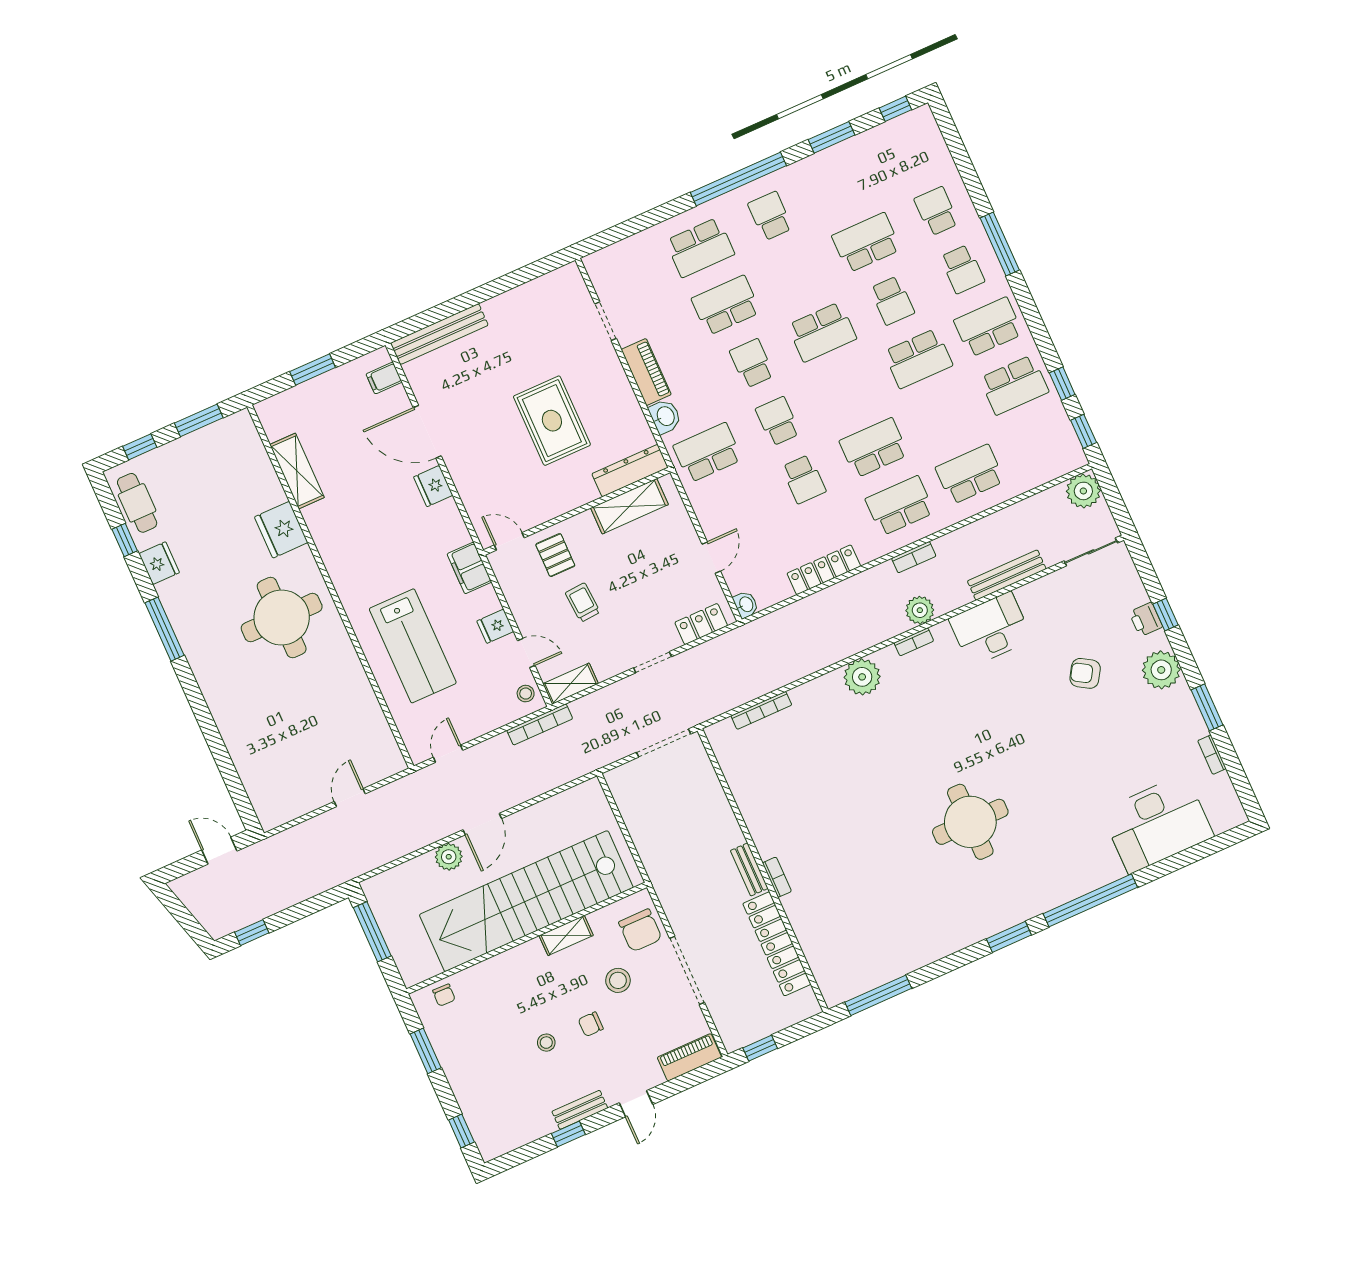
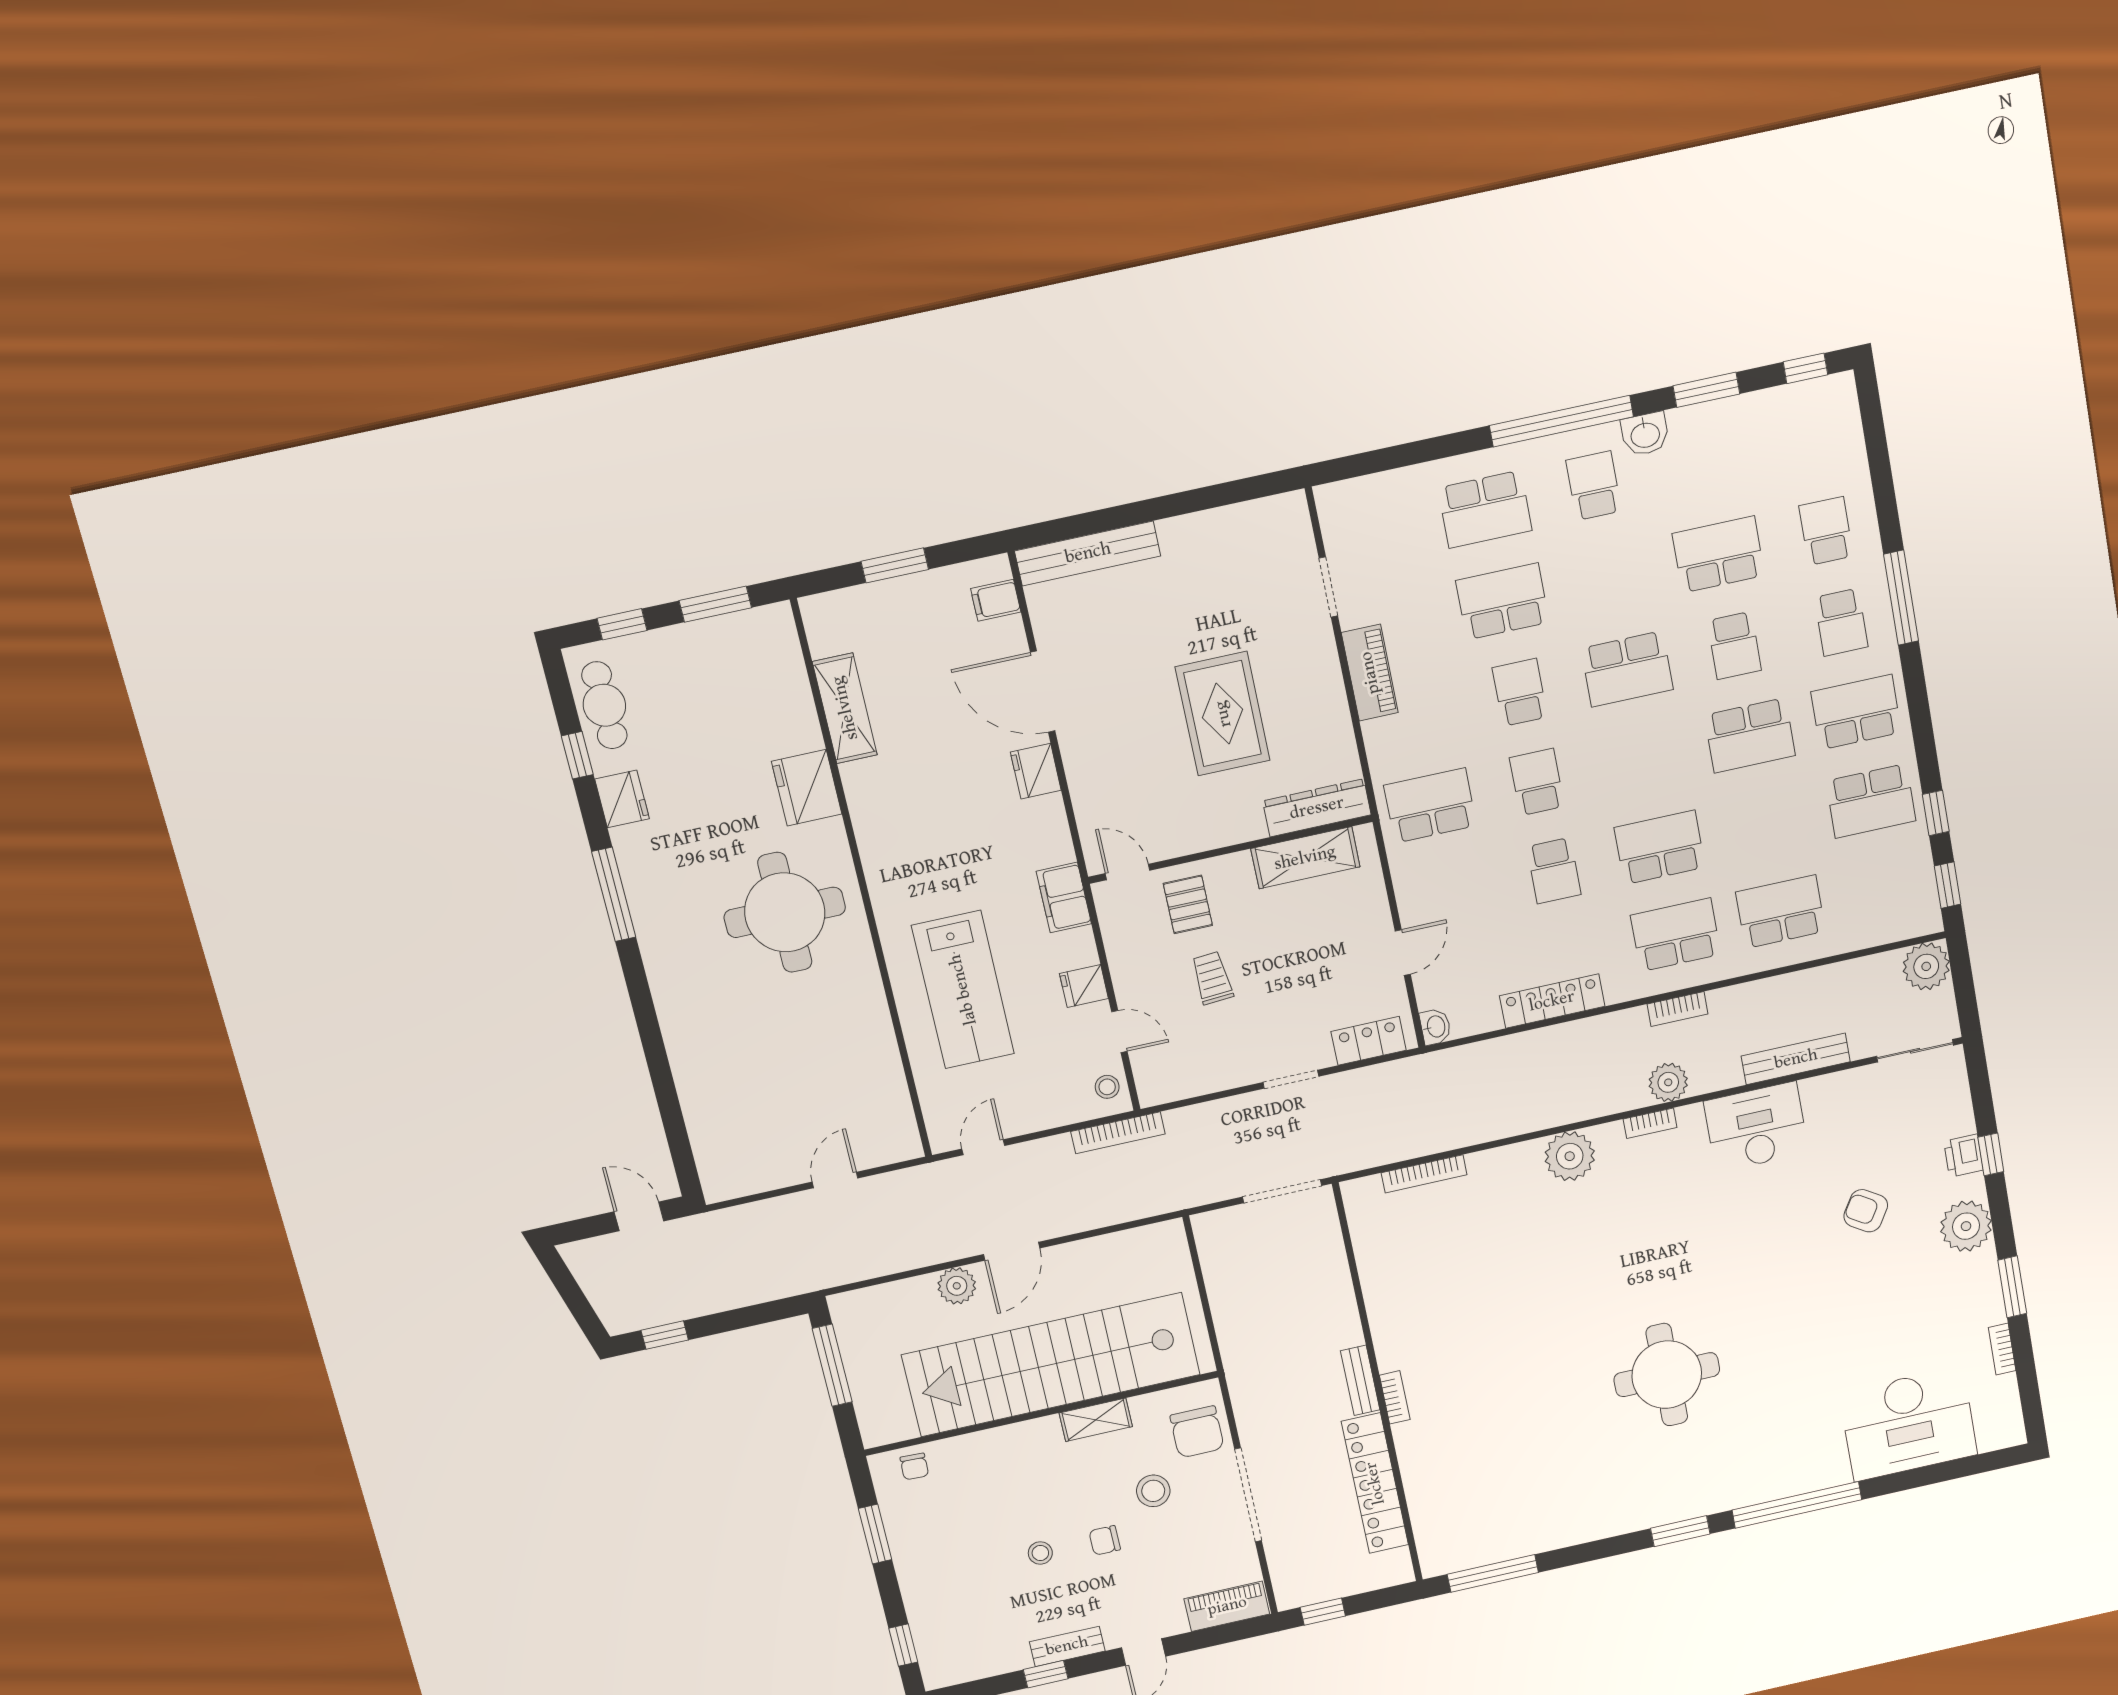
washbasin: (665, 416) -> (1645, 434), moved, turned 90
shelving: (571, 684) -> (1172, 1086), removed

